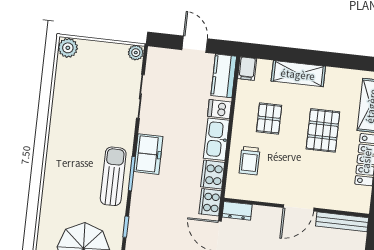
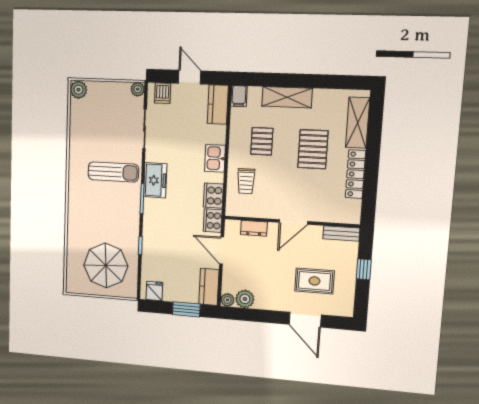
dishwasher: (219, 109) -> (163, 93), moved, turned -90
kitchen sink: (216, 139) -> (215, 158), width x0.73
sun lounger: (113, 176) -> (113, 172), moved, turned 90
dresser: (237, 211) -> (254, 228), moved
bench: (342, 222) -> (341, 233), width x0.73

